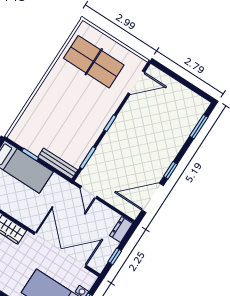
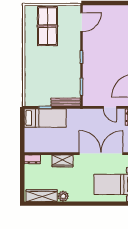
table tennis table: (94, 62) -> (47, 26), turned 90
door: (88, 192) -> (110, 107), moved

